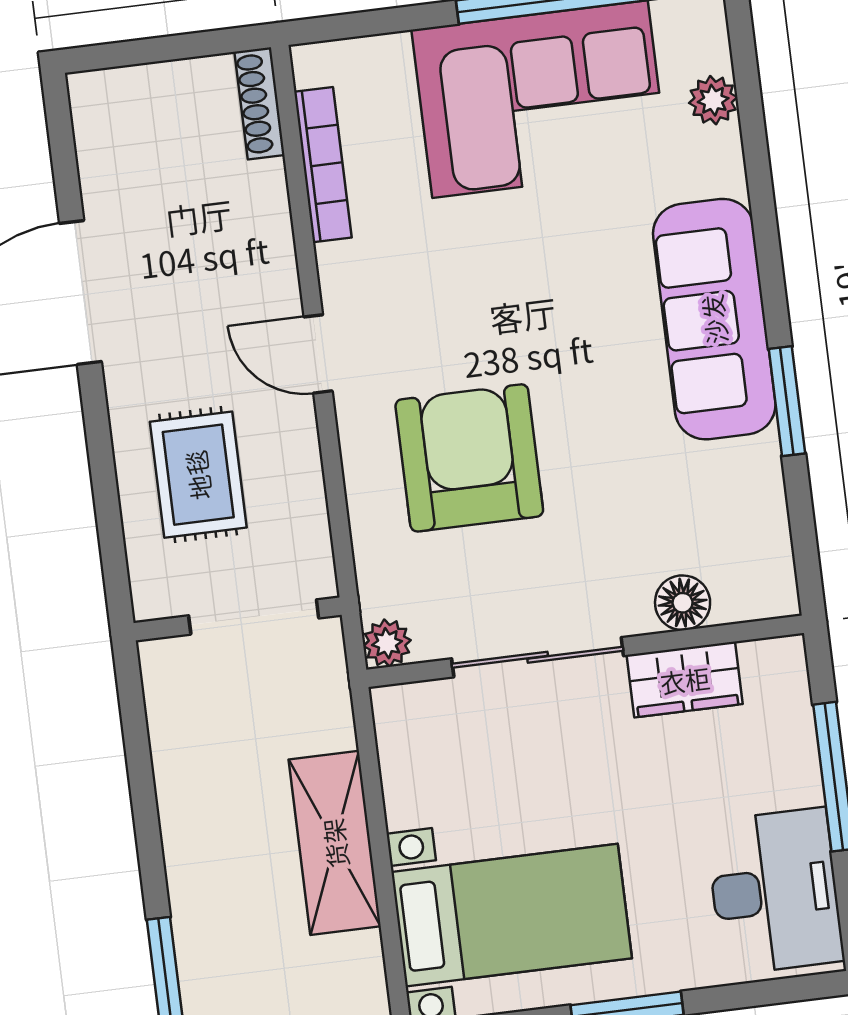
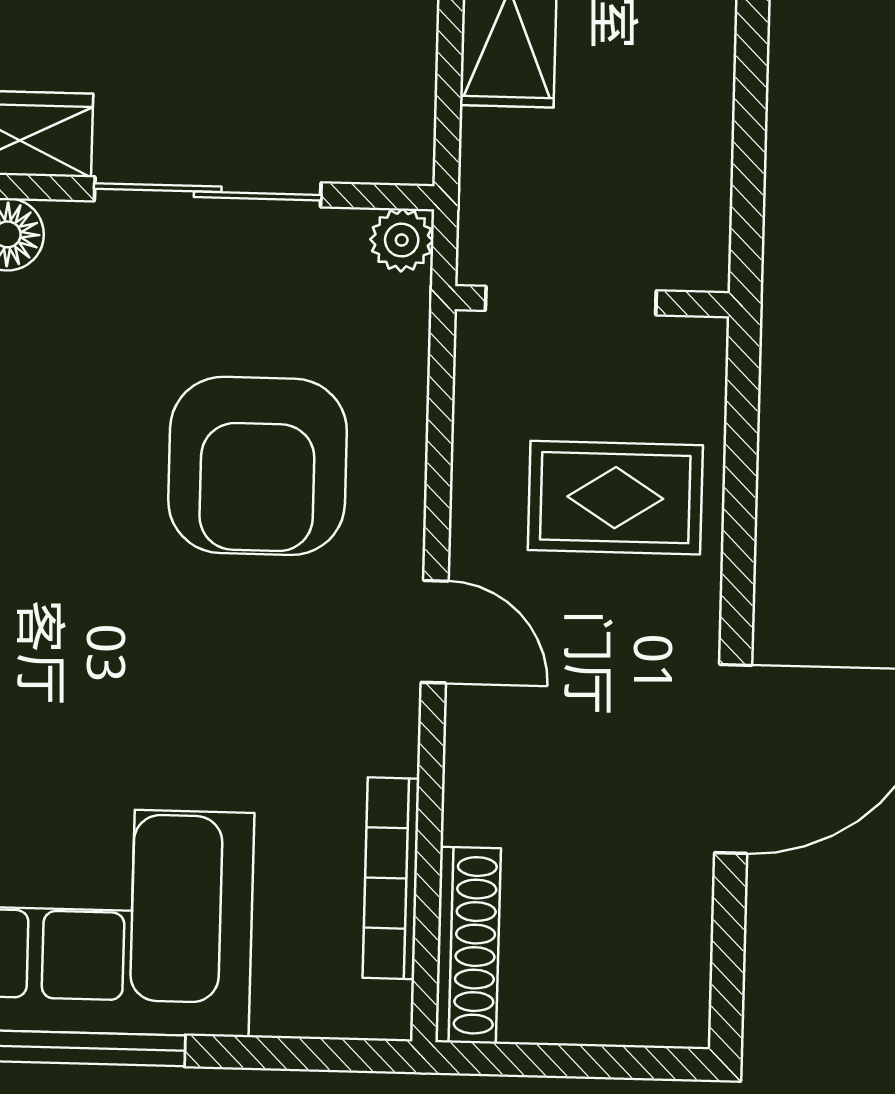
shoe rack: (260, 103) -> (468, 945), width x1.36, depth x1.24
rug: (198, 475) -> (615, 498), turned 90

